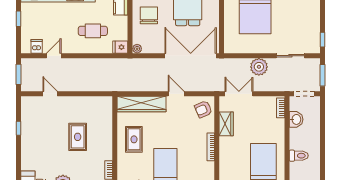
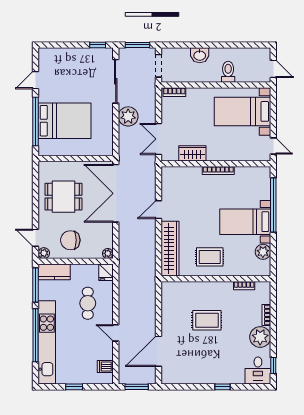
door: (54, 56) -> (116, 333), moved
sliding door: (290, 56) -> (116, 81), width x1.37
door: (50, 94) -> (158, 351), width x1.87
armchair: (203, 109) -> (176, 179), removed
washbasin: (296, 119) -> (200, 55), moved, turned 180
window: (18, 128) -> (222, 387), moved

